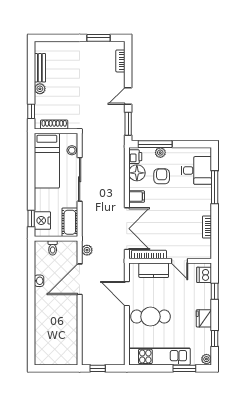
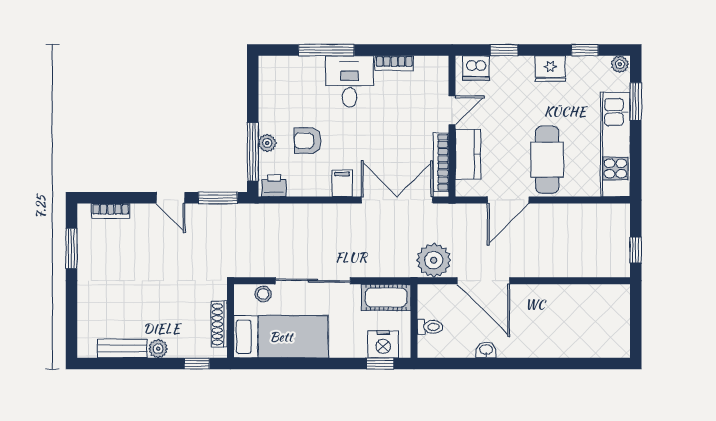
desk: (196, 170) -> (349, 81), moved
floor lamp: (137, 173) -> (302, 183), removed
plant: (87, 250) -> (434, 260), width x1.88, depth x1.88

